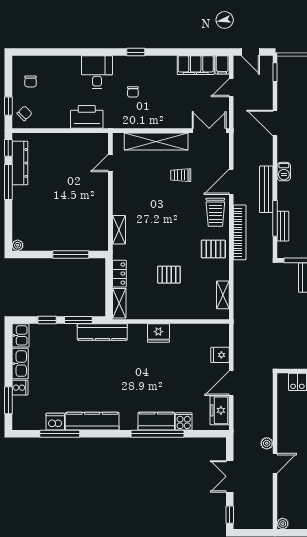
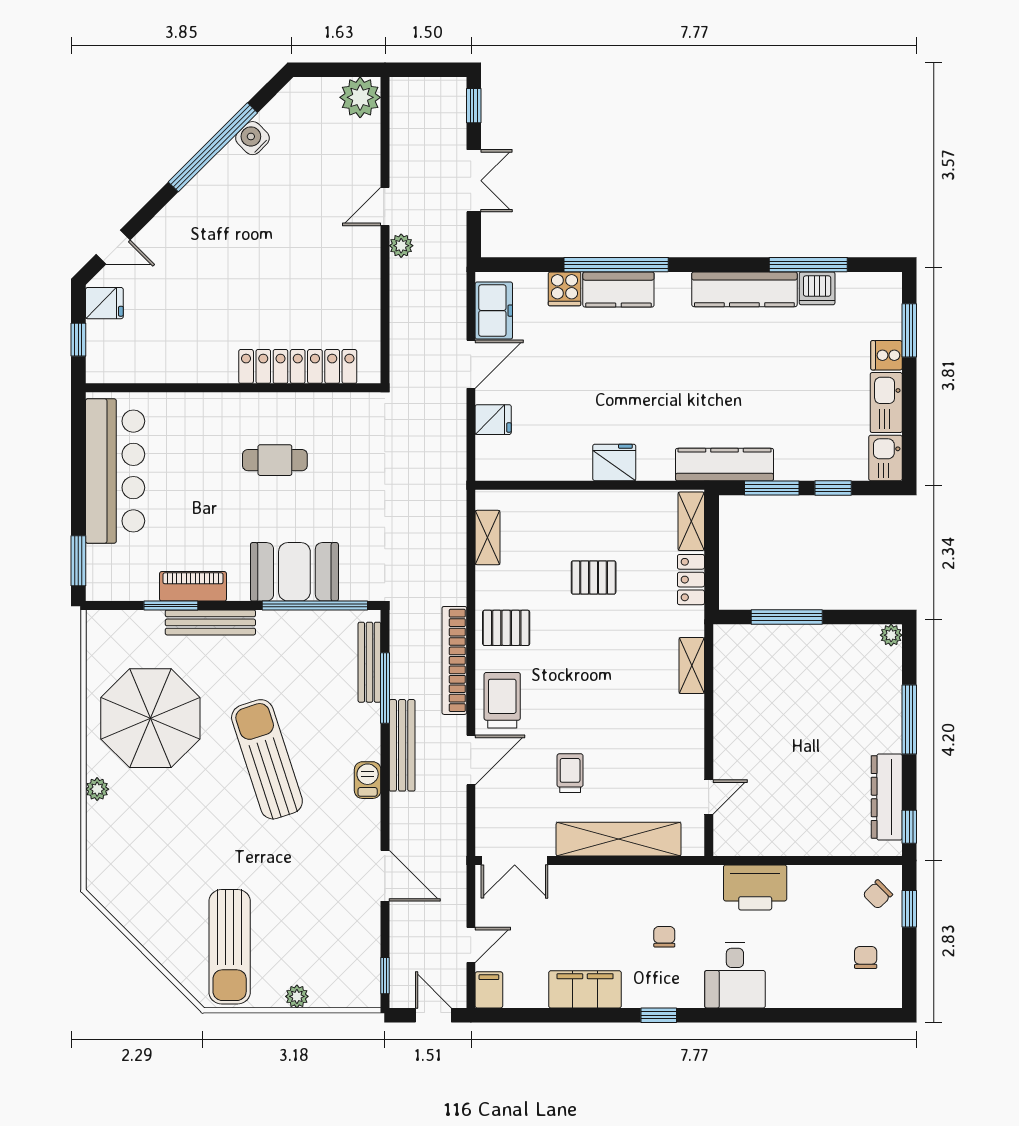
filing cabinet: (196, 65) -> (585, 989), moved
trolley: (181, 175) -> (570, 773), turned -90
window: (8, 182) -> (909, 719), moved
bench: (283, 226) -> (369, 662), width x1.36
plant: (283, 524) -> (360, 97), width x1.87, depth x1.87

